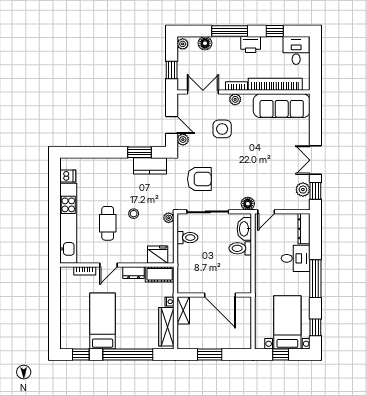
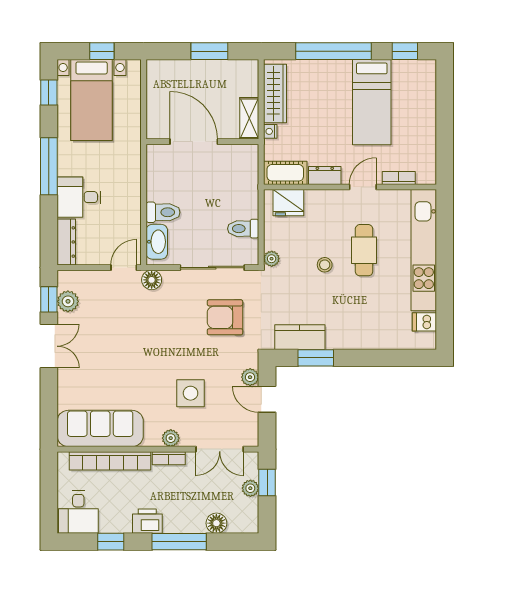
plant: (183, 44) -> (250, 488), moved

